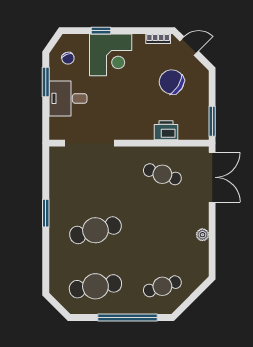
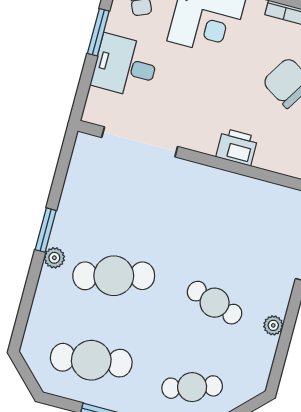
printer: (166, 130) -> (237, 147), moved
cafe table: (162, 174) -> (215, 303), moved
plant: (56, 229) -> (54, 258), added

